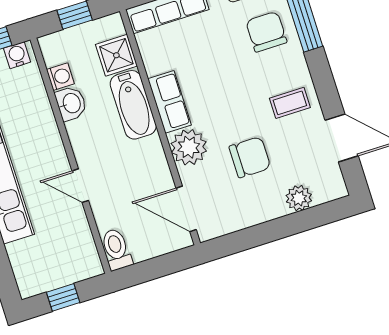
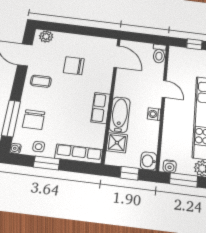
washing machine: (60, 77) -> (154, 114), moved
washbasin: (71, 103) -> (149, 161), moved
plant: (189, 147) -> (102, 83), removed
plant: (299, 198) -> (46, 36), moved

